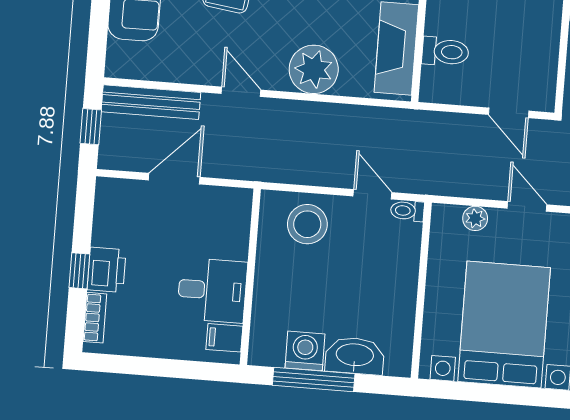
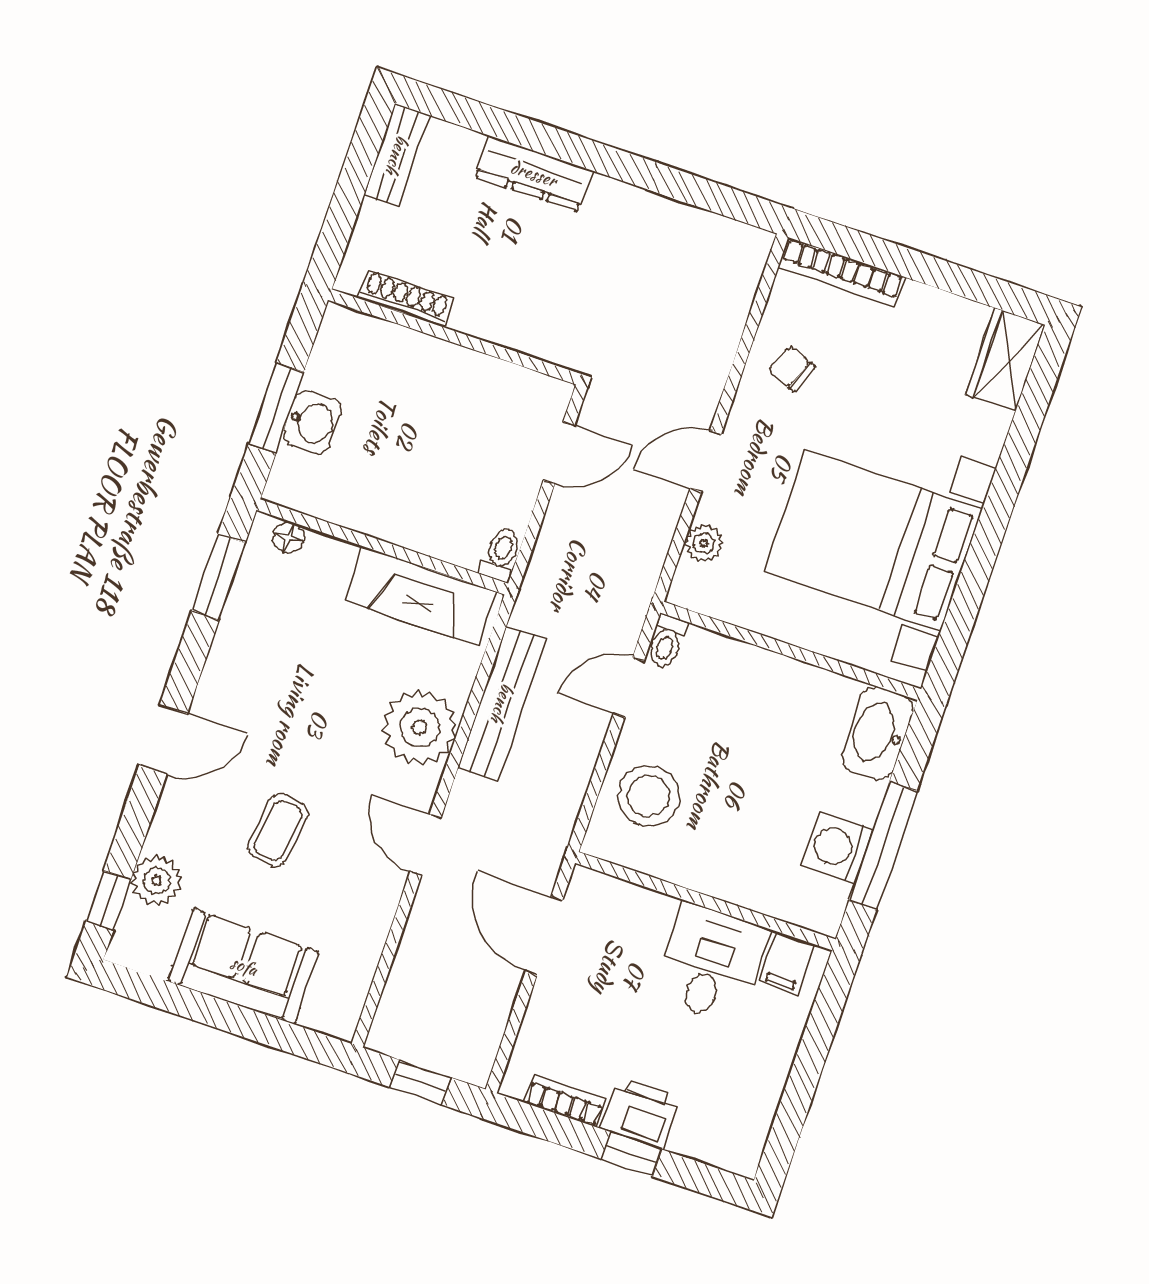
toilet: (445, 52) -> (501, 554), moved, width x0.73, depth x0.72
door: (241, 92) -> (426, 845), hinge flipped
bench: (151, 102) -> (502, 703), moved
door: (174, 179) -> (544, 936), moved
bookcase: (95, 318) -> (565, 1100), moved
washbasin: (355, 356) -> (877, 733), moved

